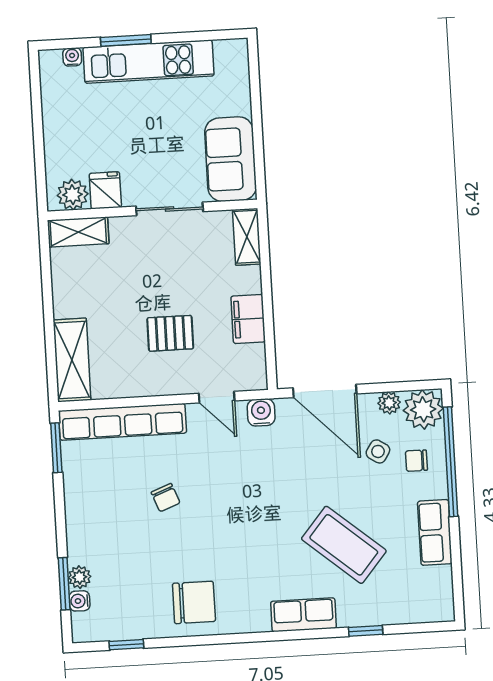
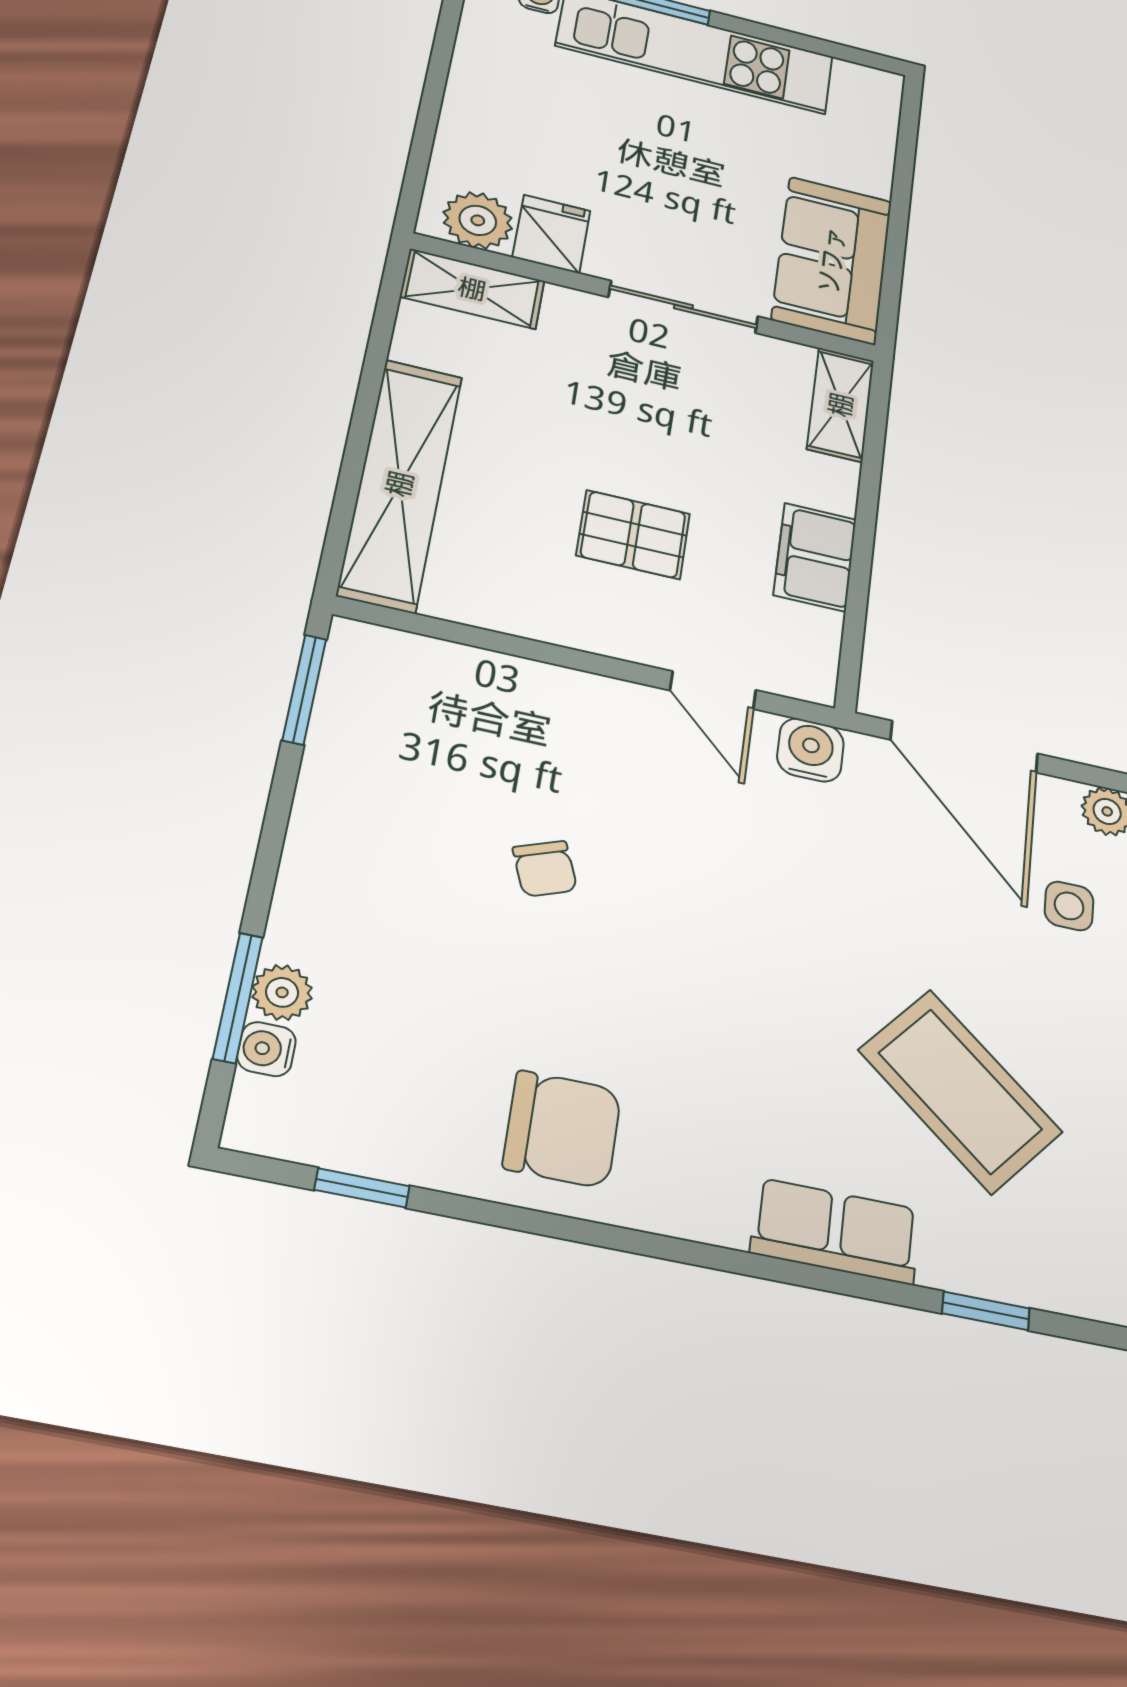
shelving: (72, 360) -> (400, 484), width x1.47
row of seats: (122, 422) -> (479, 679), removed
side table: (378, 451) -> (1069, 906), turned -33

